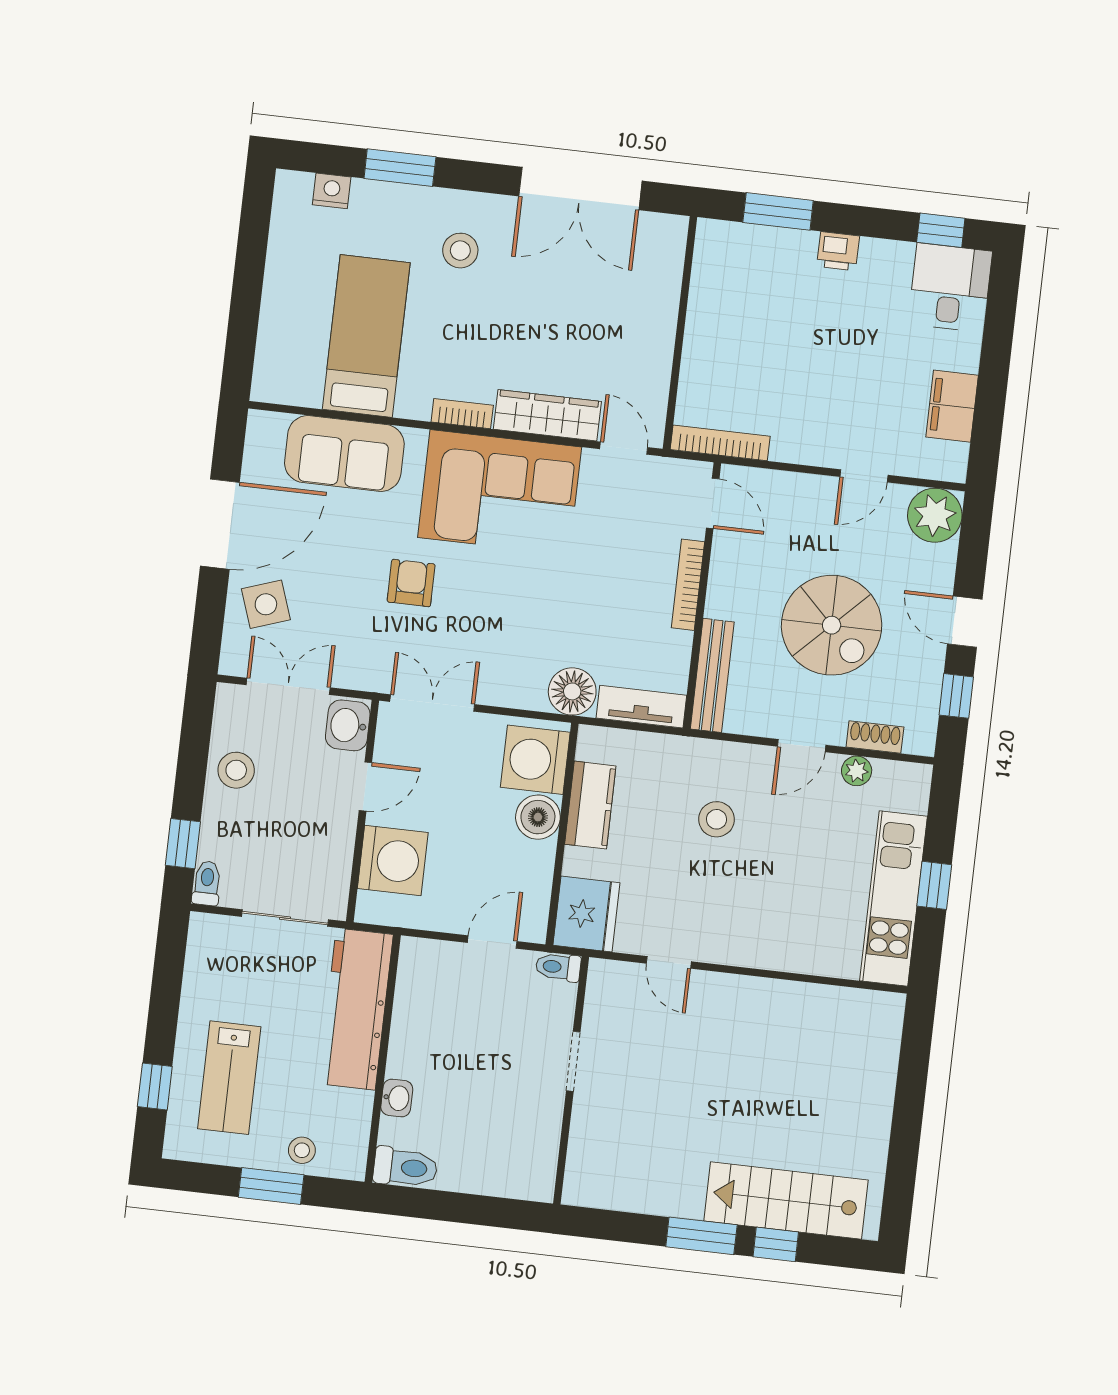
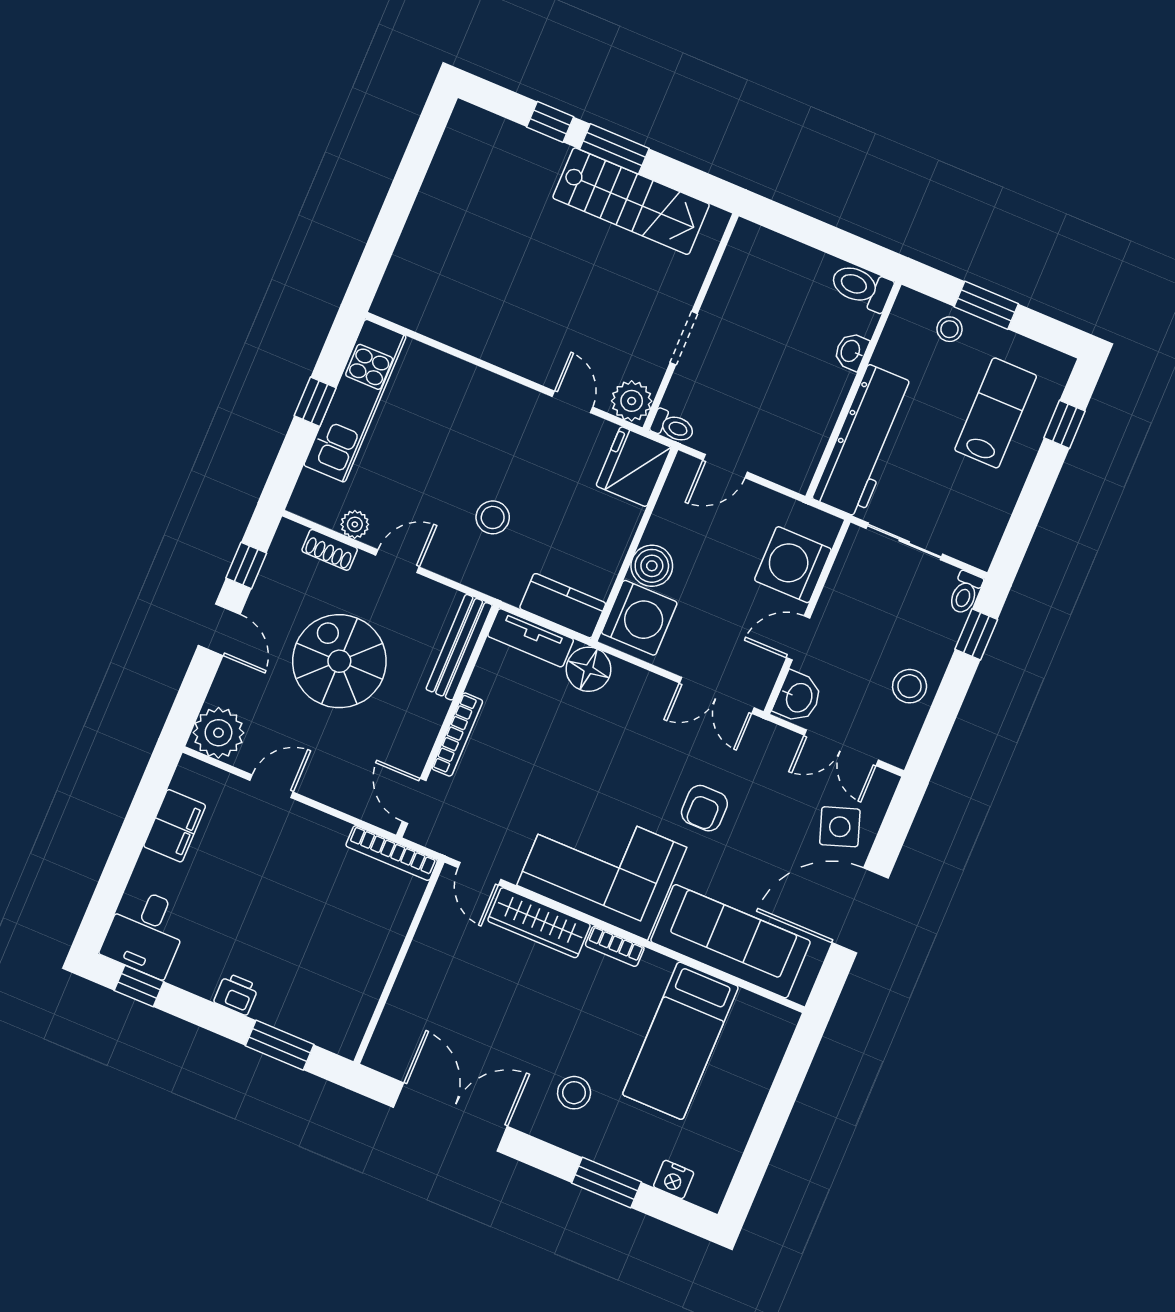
sofa: (344, 454) -> (730, 941), width x1.36
kitchen counter: (590, 805) -> (563, 606), moved, turned 90
plant: (608, 981) -> (632, 401), added
stairs: (786, 1200) -> (631, 201), moved

